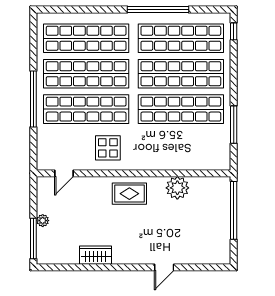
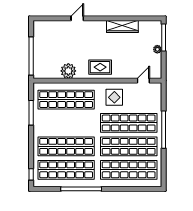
shop shelf: (181, 109) -> (66, 100), moved
wardrobe: (96, 255) -> (122, 26), width x1.50

